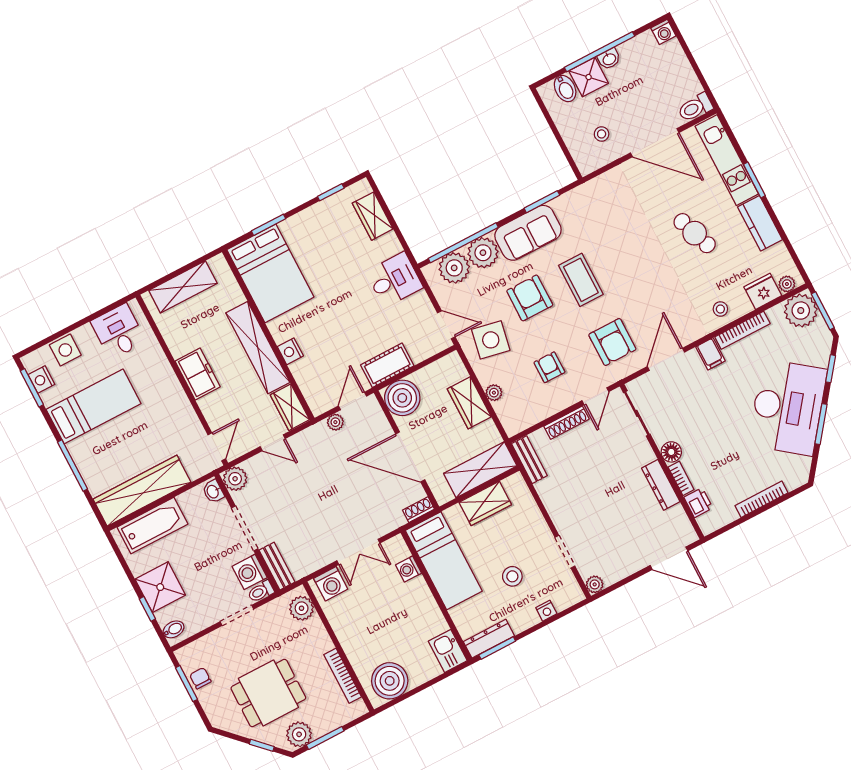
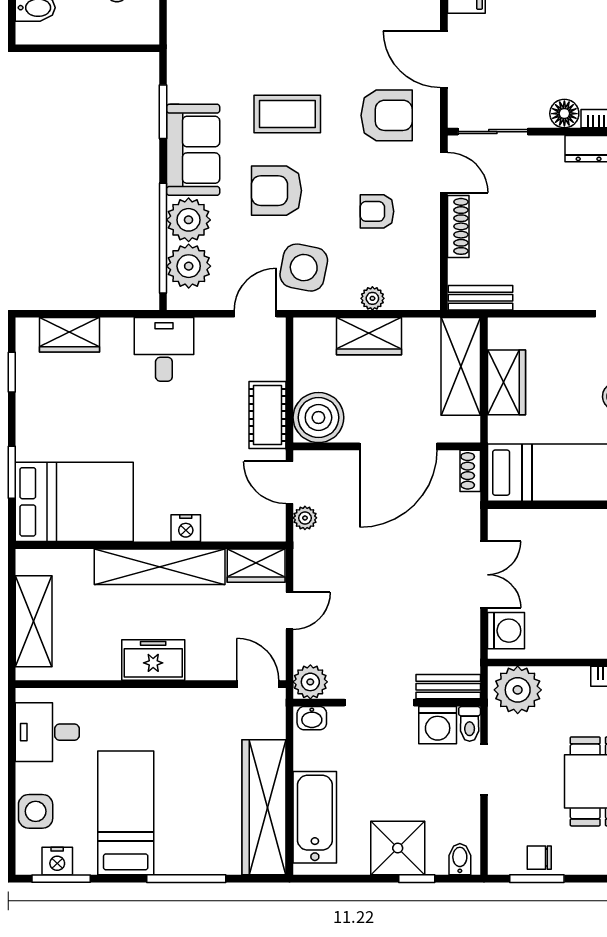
washing machine: (408, 569) -> (539, 523), removed
plant: (302, 608) -> (518, 690), width x1.36, depth x1.36

